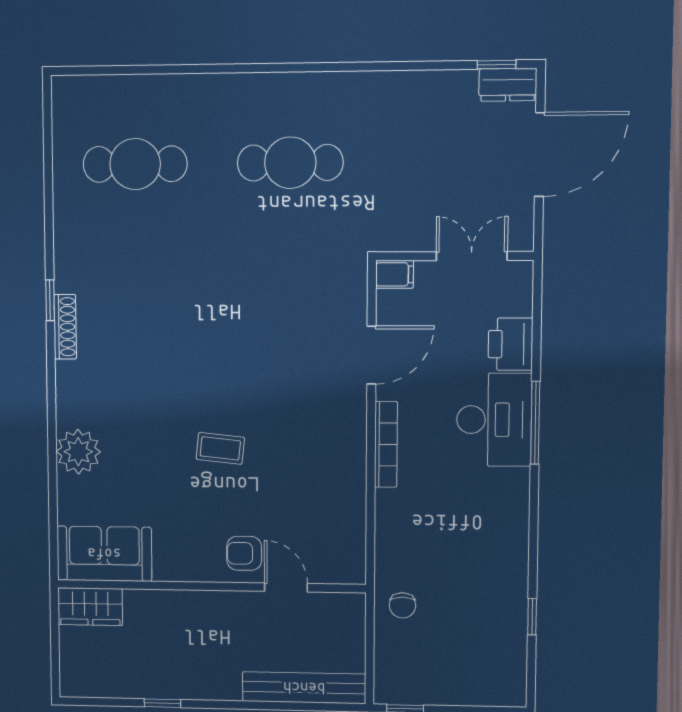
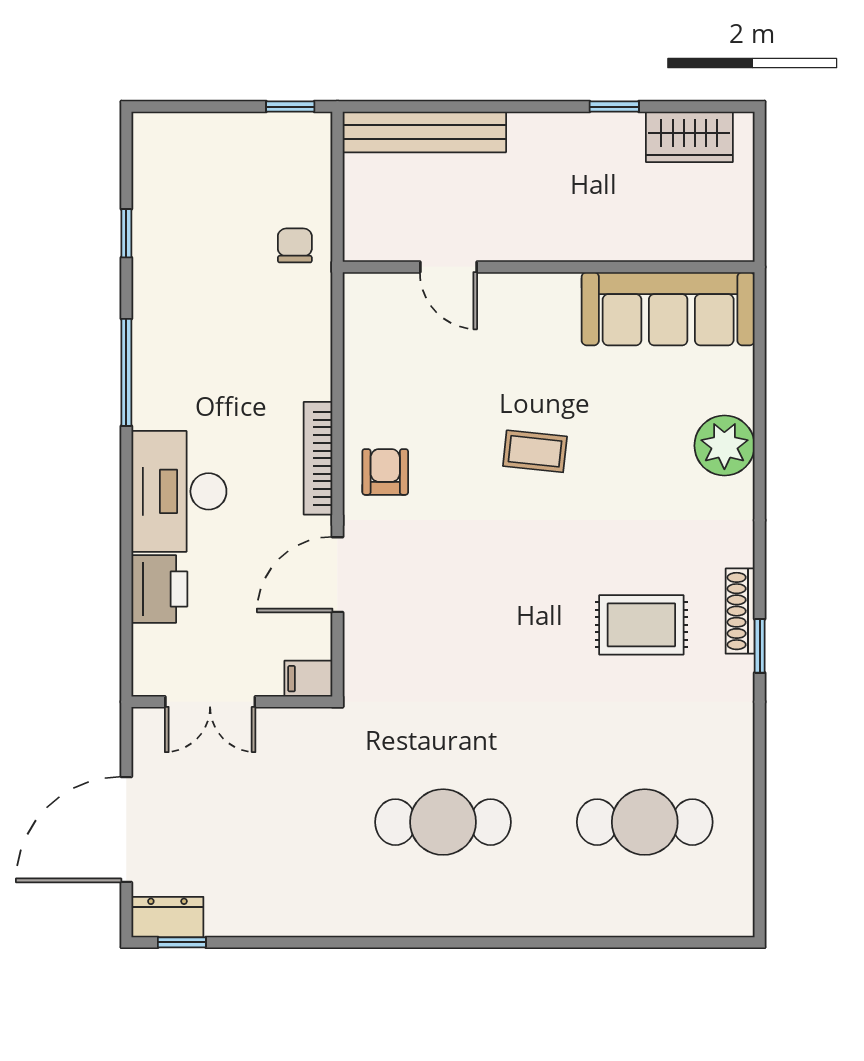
rug: (139, 316) -> (641, 625), added
window: (535, 423) -> (126, 372), moved
armchair: (244, 553) -> (385, 472), moved, turned -90
sofa: (104, 554) -> (668, 309), width x1.36
wardrobe: (90, 607) -> (689, 137), moved, turned 180

